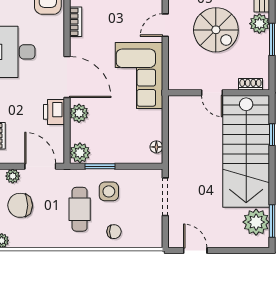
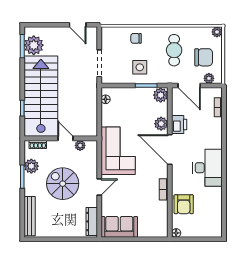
plant: (259, 24) -> (31, 166), moved
plant: (192, 83) -> (80, 145), added
cafe table: (80, 209) -> (174, 50), moved

